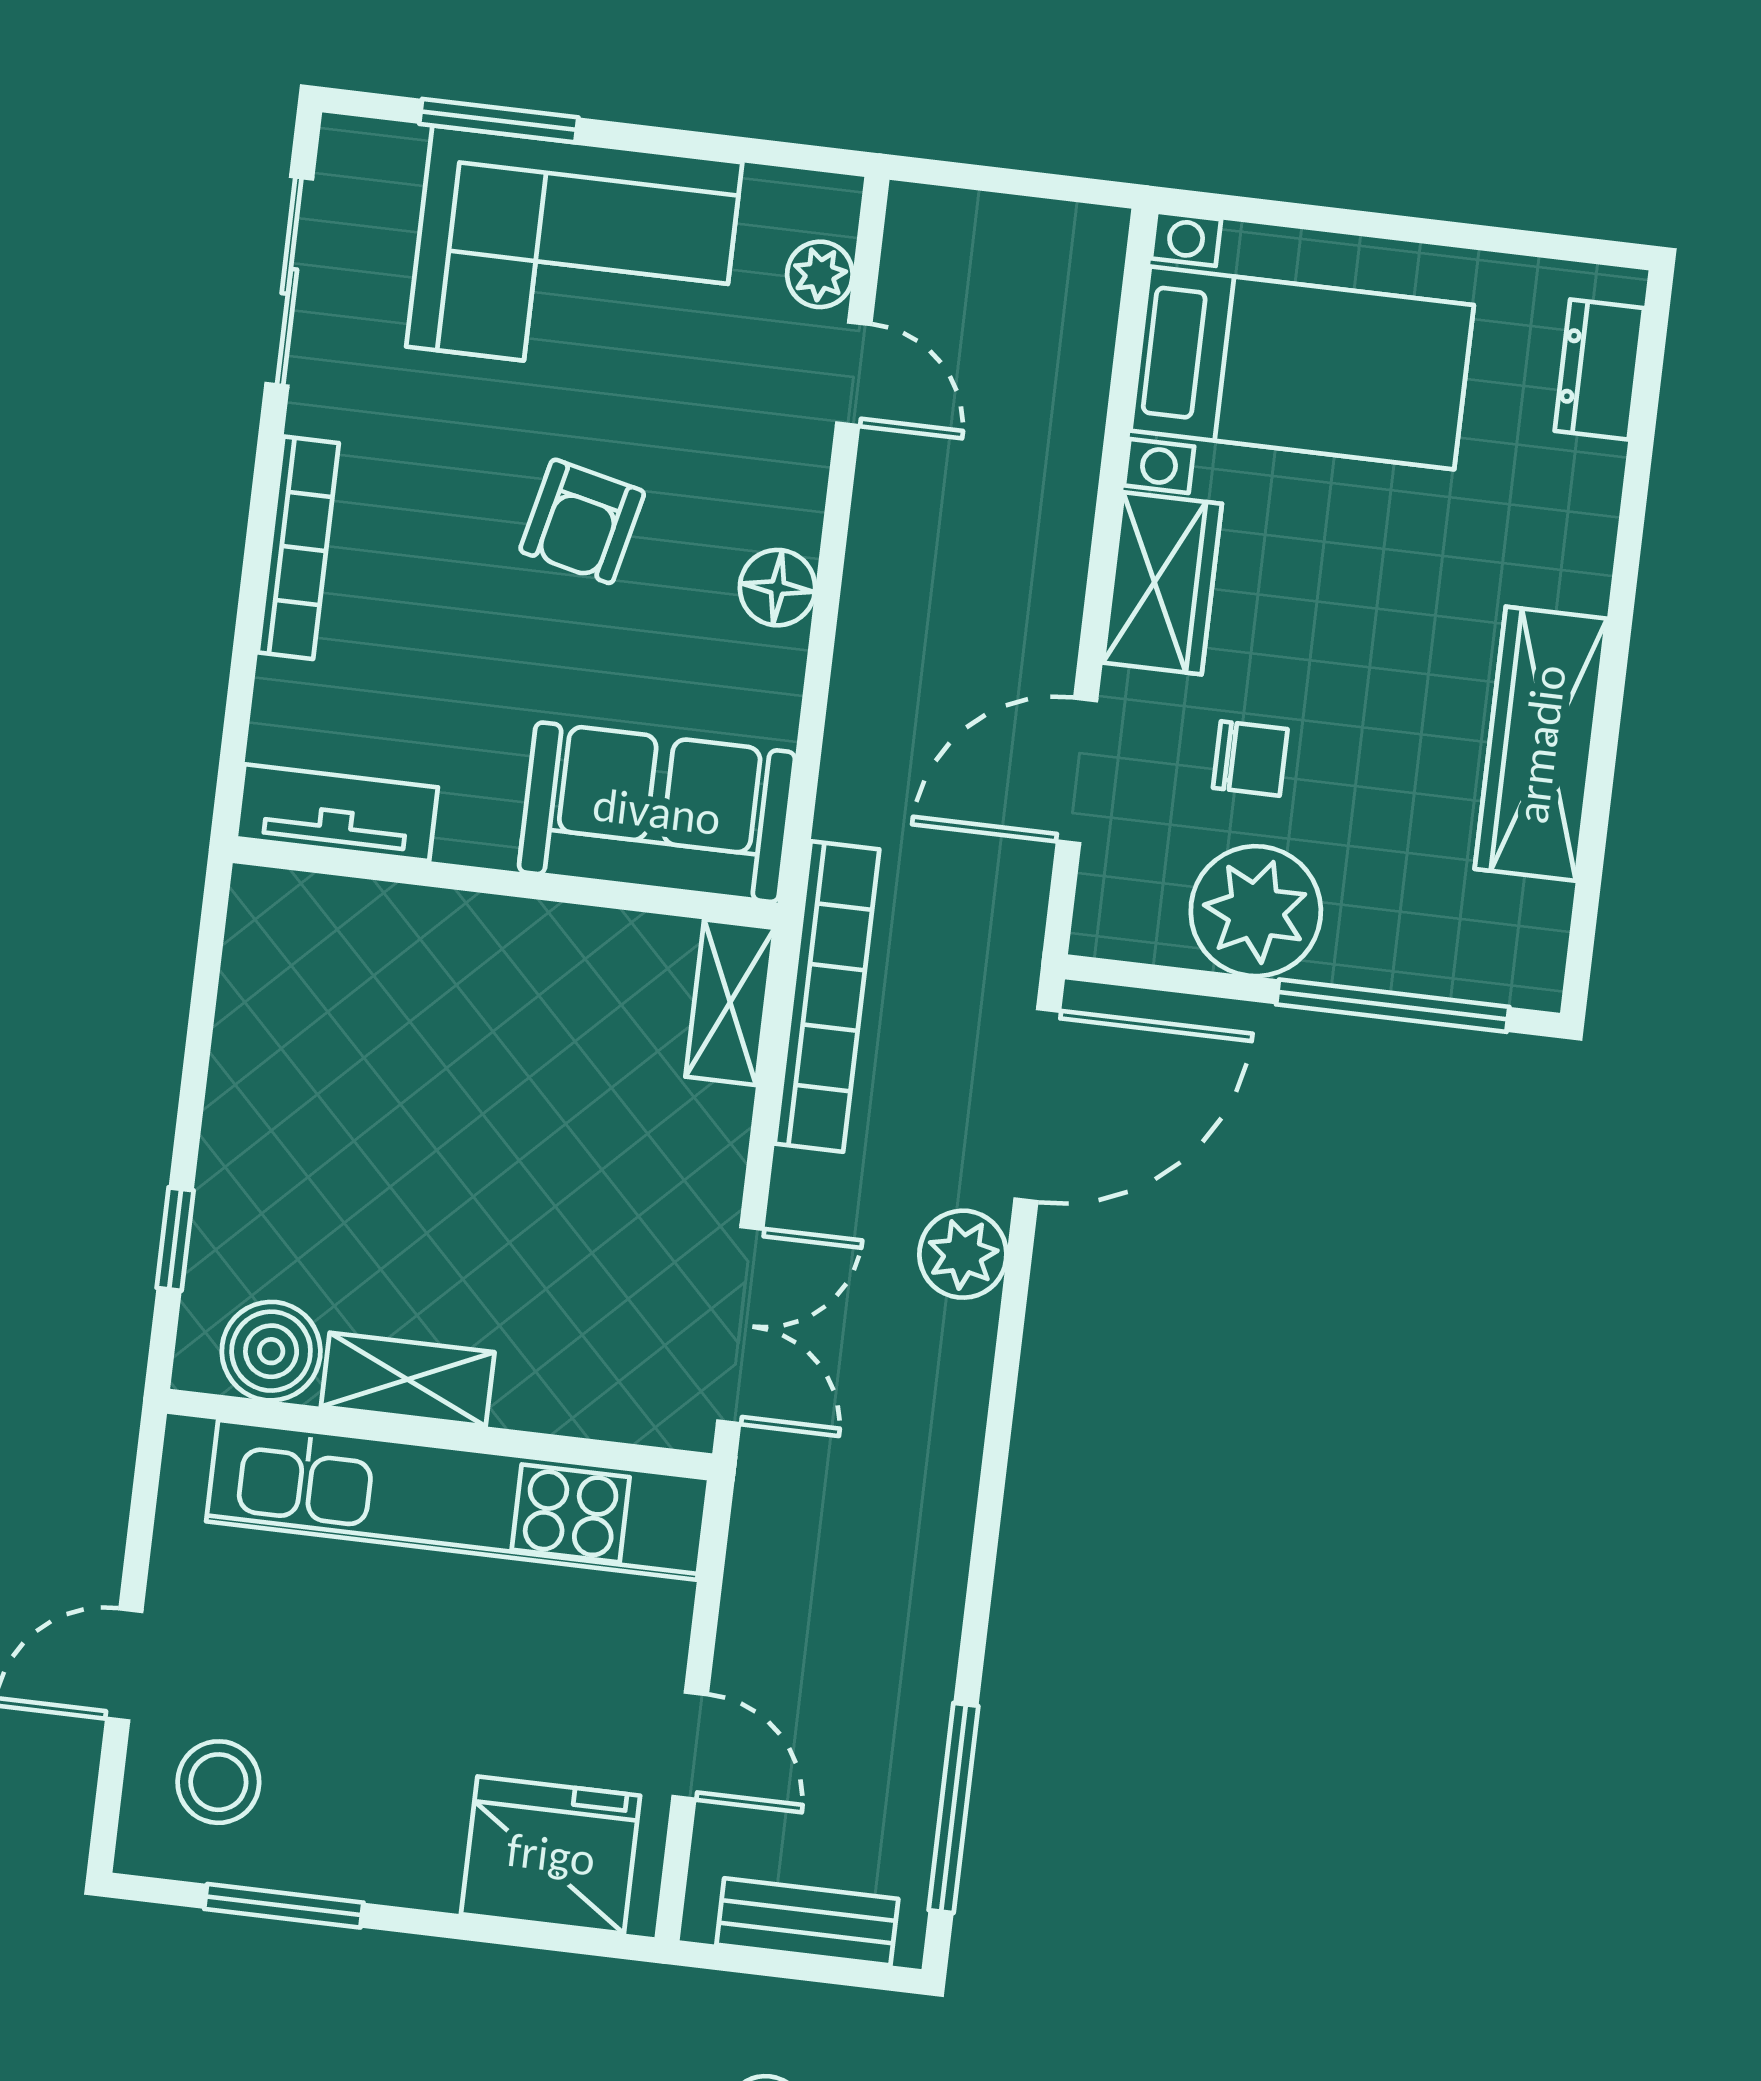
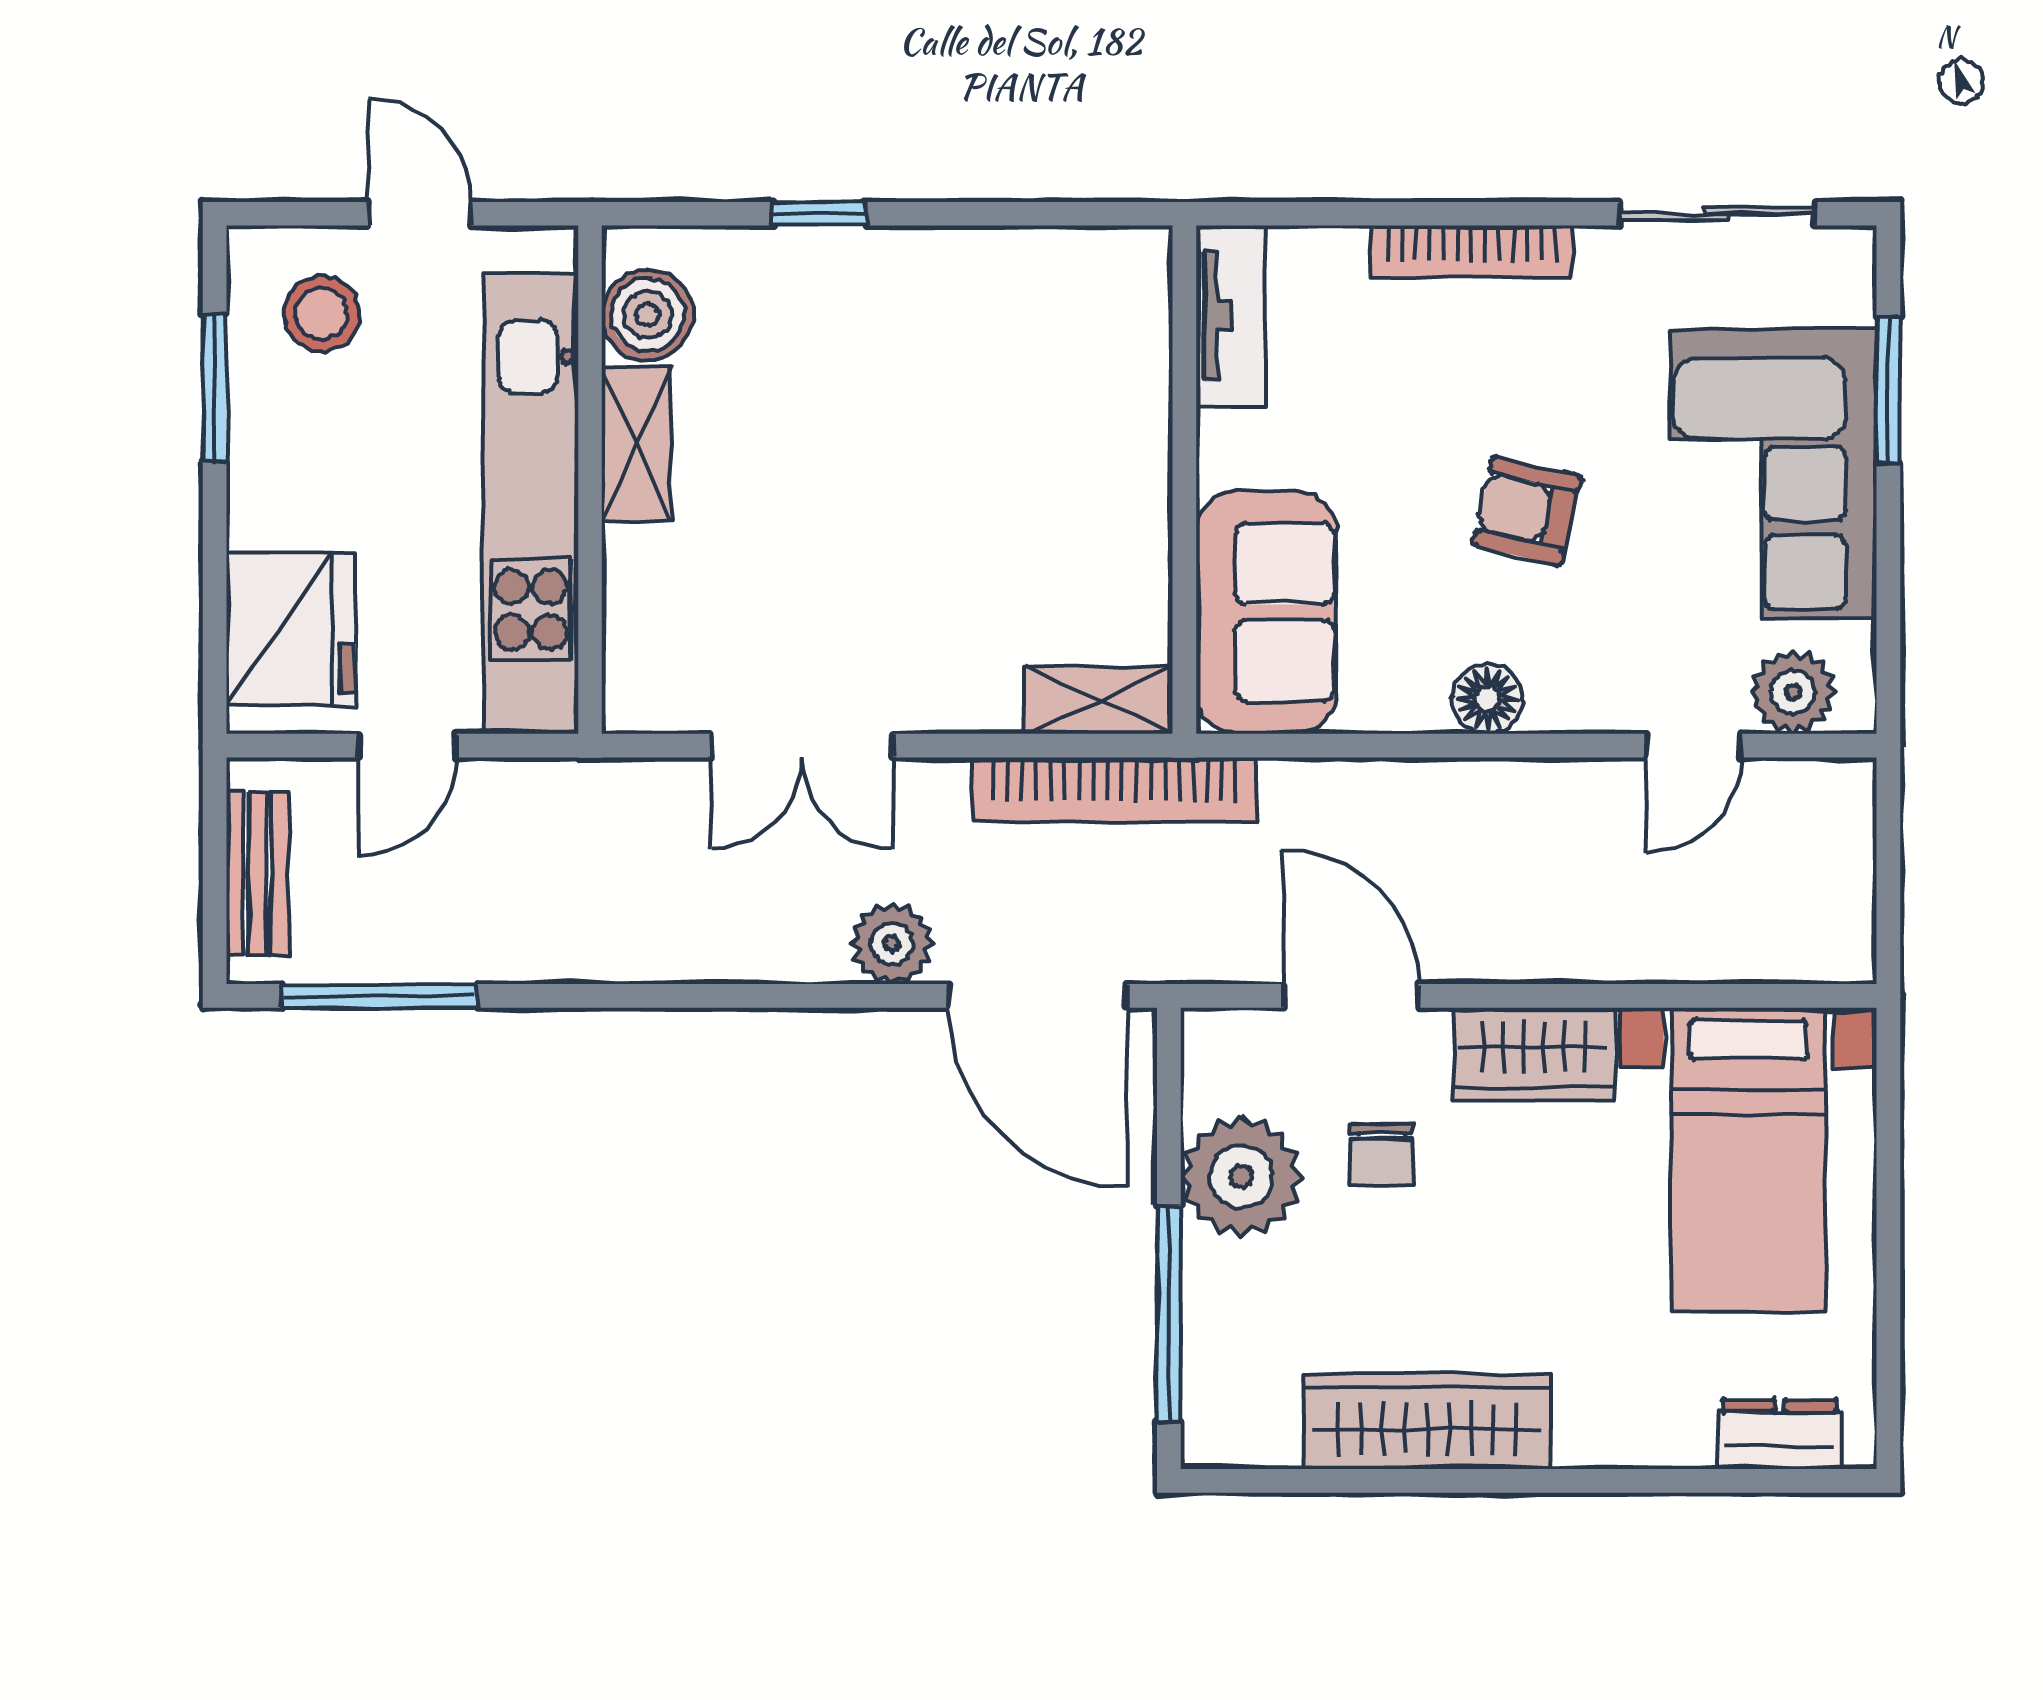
plant: (820, 274) -> (1793, 692), width x1.38, depth x1.38
boiler: (271, 1351) -> (648, 315), moved
shelving: (408, 1379) -> (636, 444), moved
wall: (440, 1434) -> (590, 480), moved
kitchen unit: (458, 1500) -> (531, 504), moved

